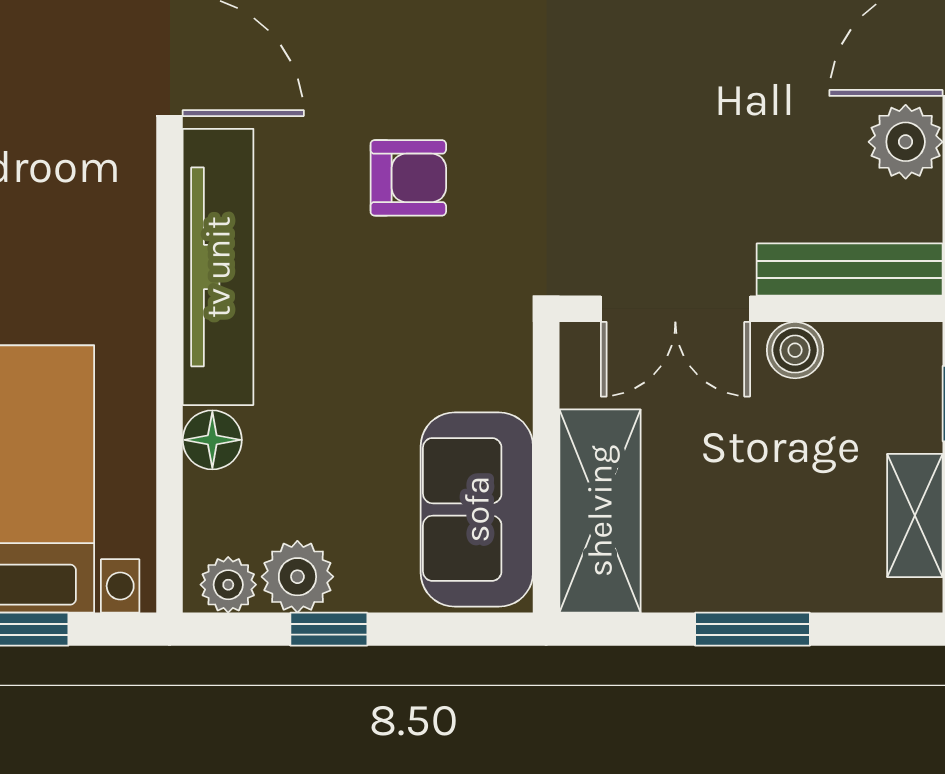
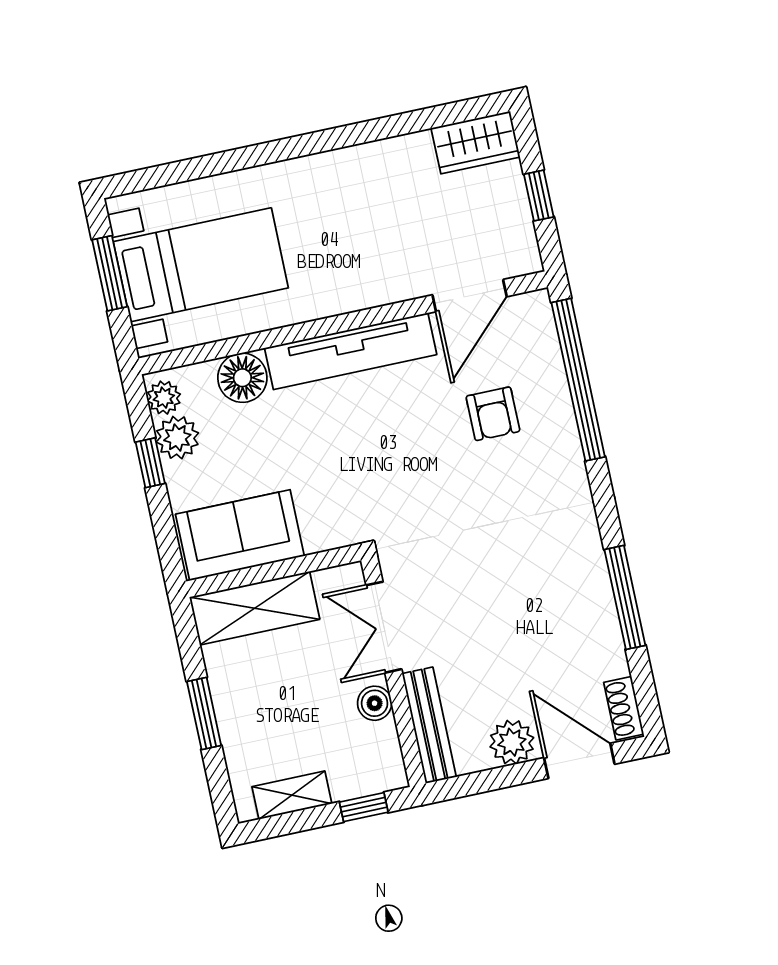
armchair: (408, 178) -> (493, 414), moved
floor lamp: (212, 440) -> (242, 378), width x1.38, depth x1.38

